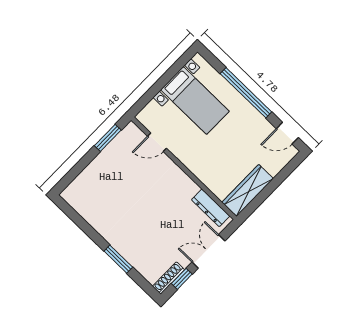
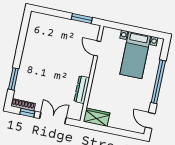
wardrobe: (248, 190) -> (97, 117), width x0.67
dresser: (211, 208) -> (82, 90), moved
window: (118, 259) -> (13, 79), moved

